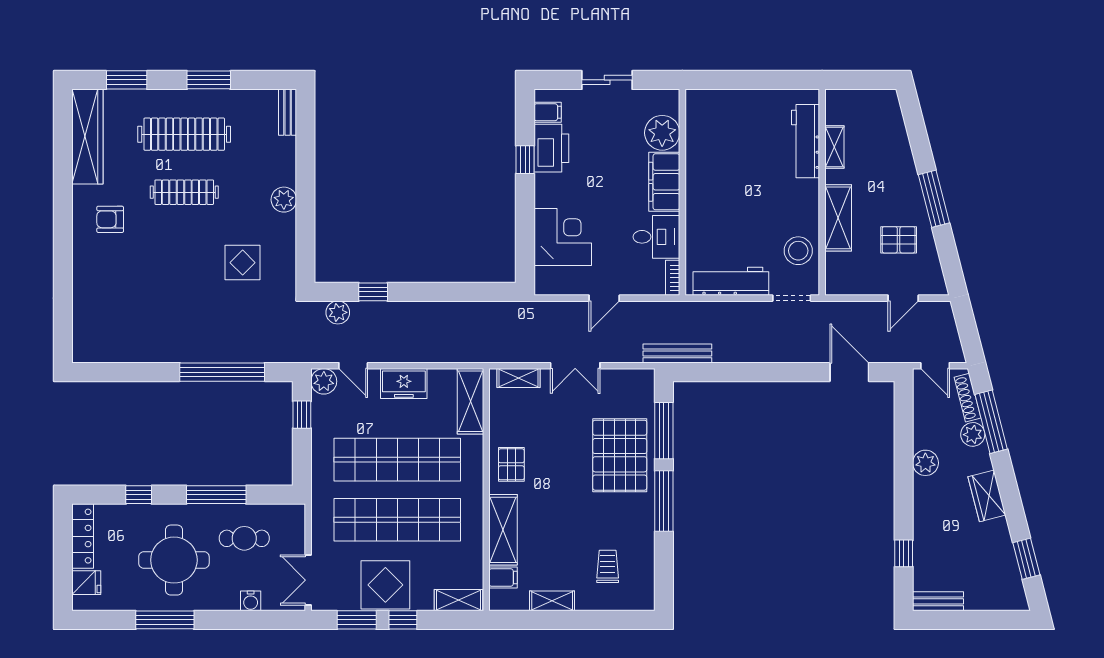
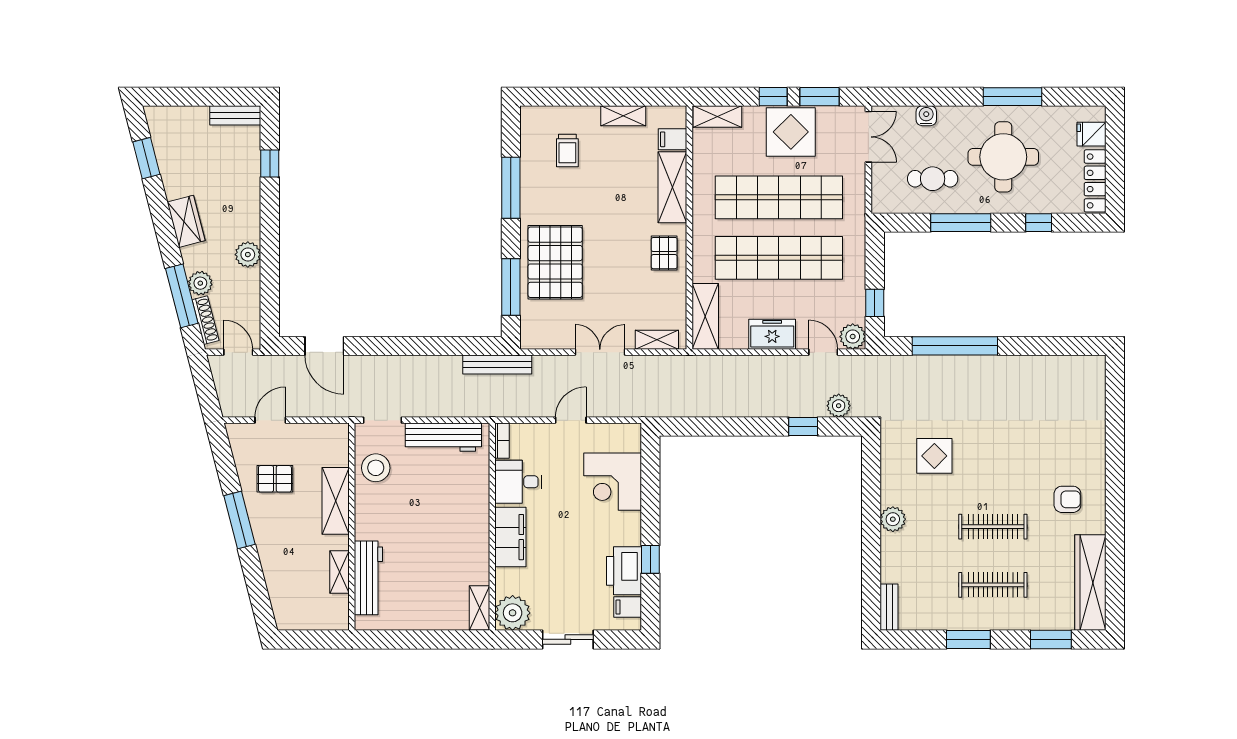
shelving: (695, 111) -> (479, 608), added
plant: (662, 133) -> (513, 613), moved
clothes rail: (184, 134) -> (993, 585), width x0.73, depth x0.76
window: (664, 501) -> (511, 188), moved

